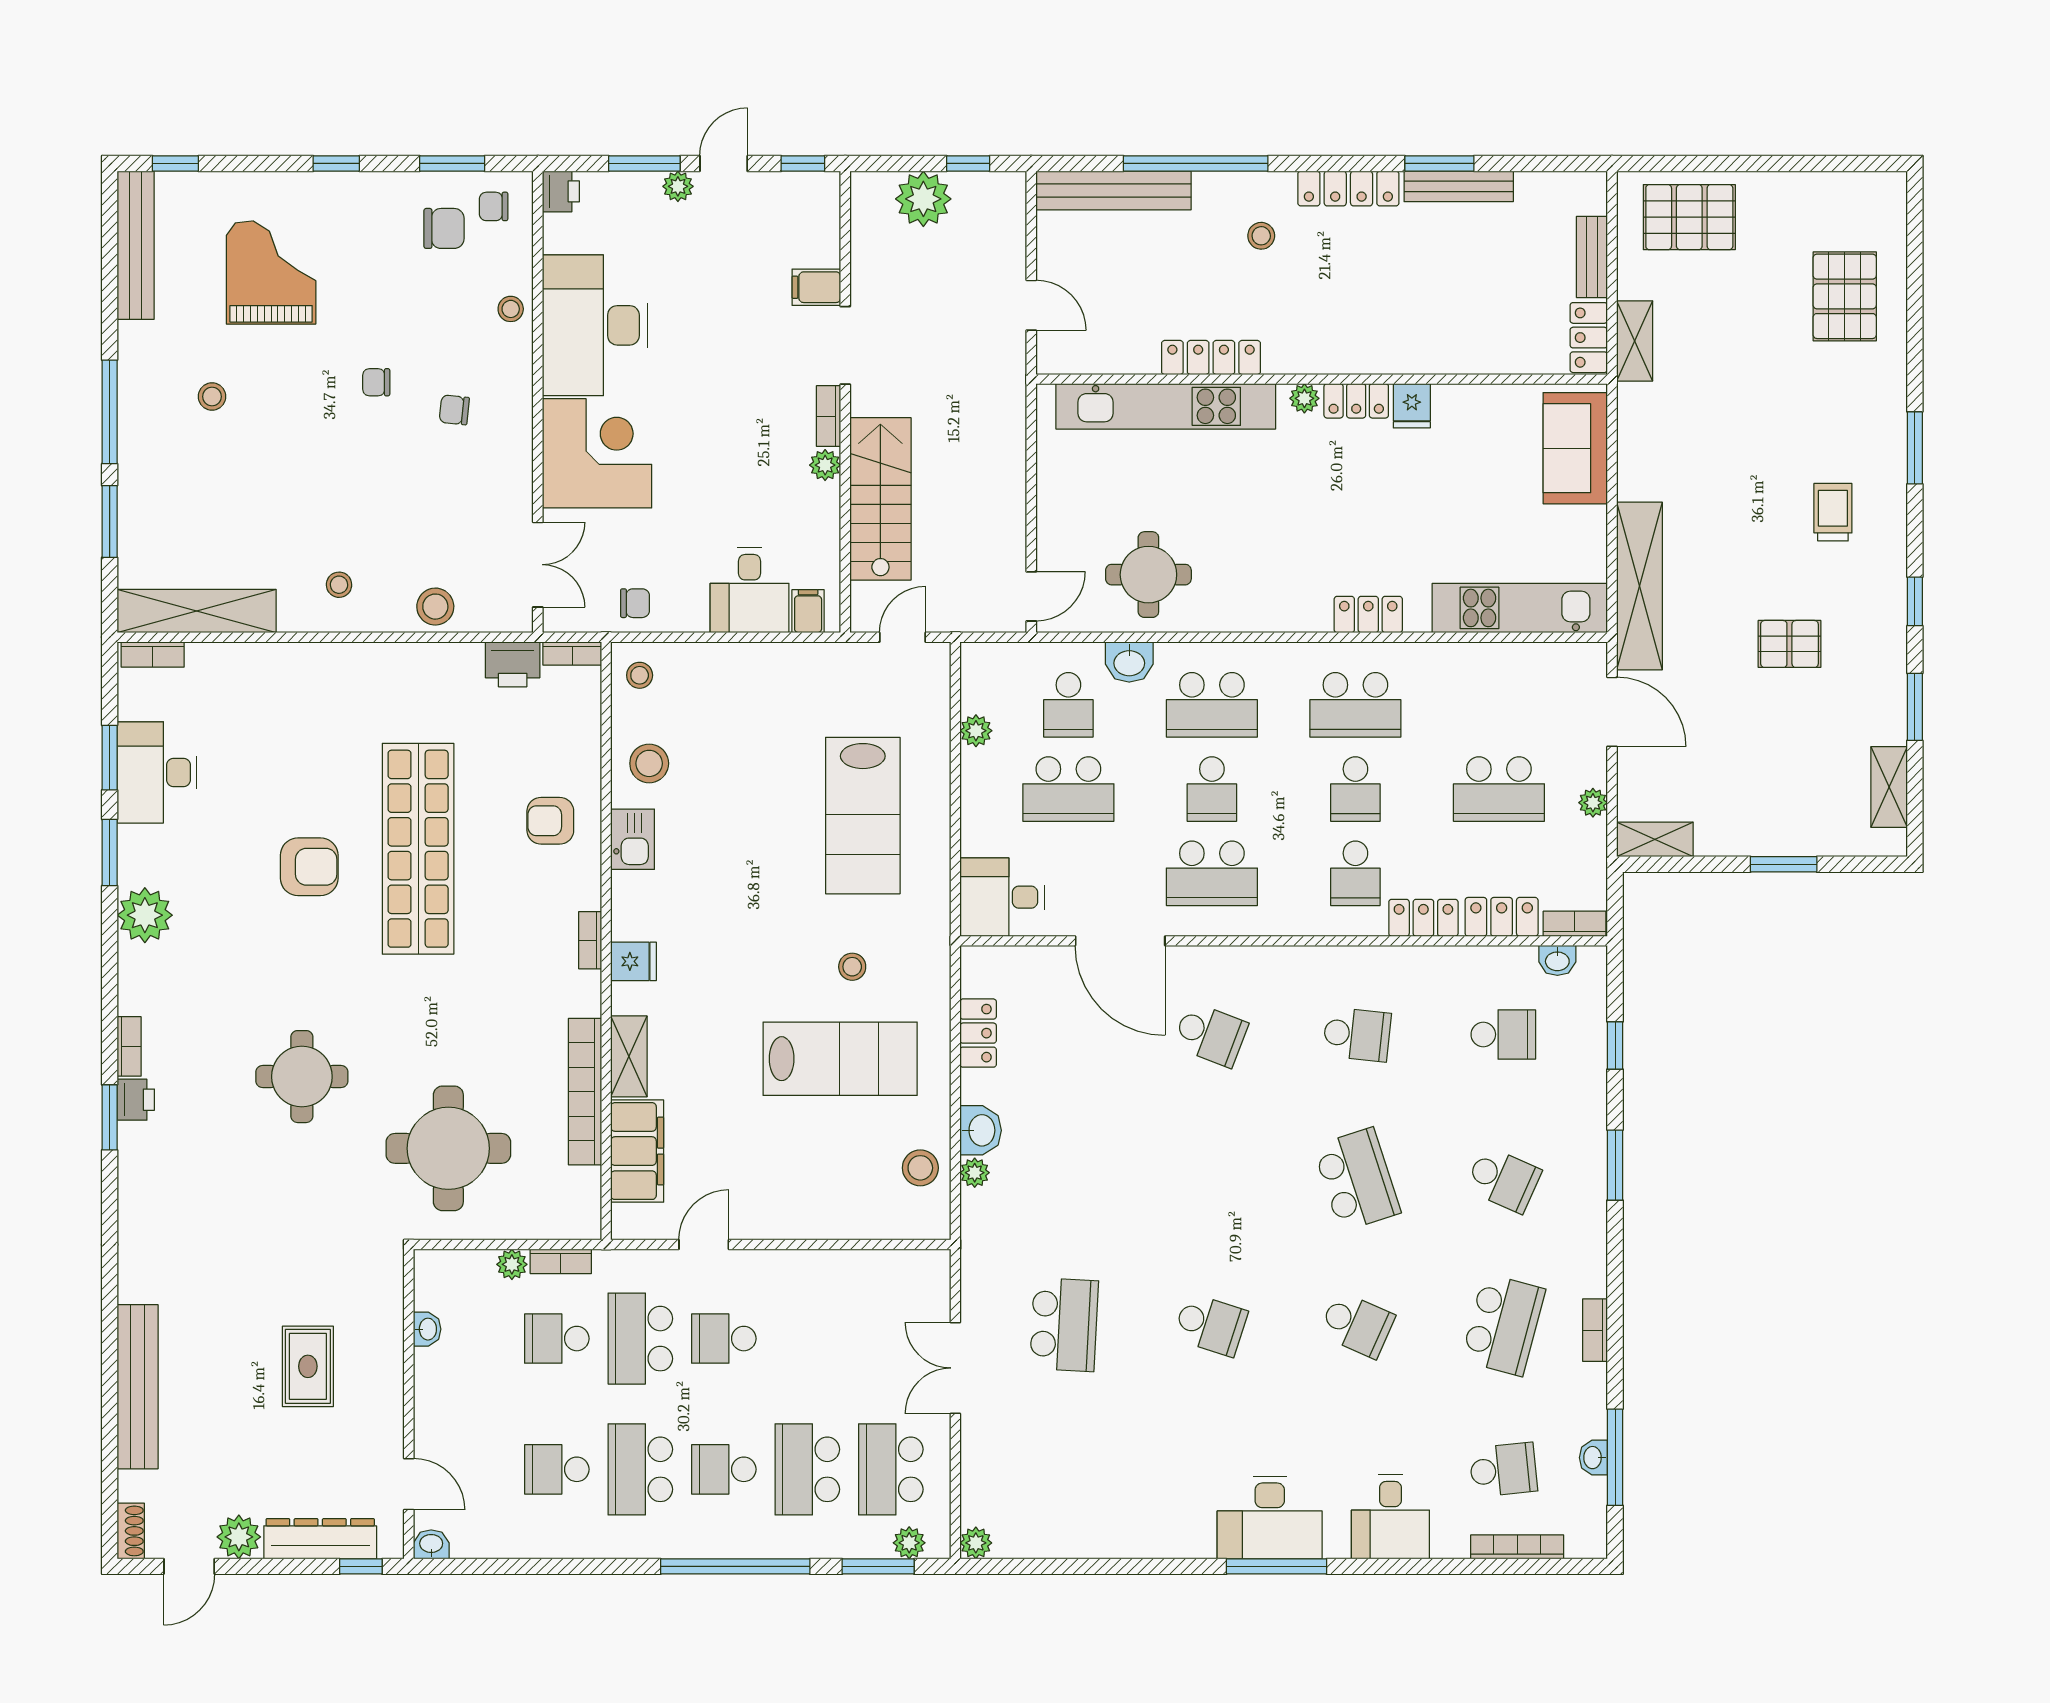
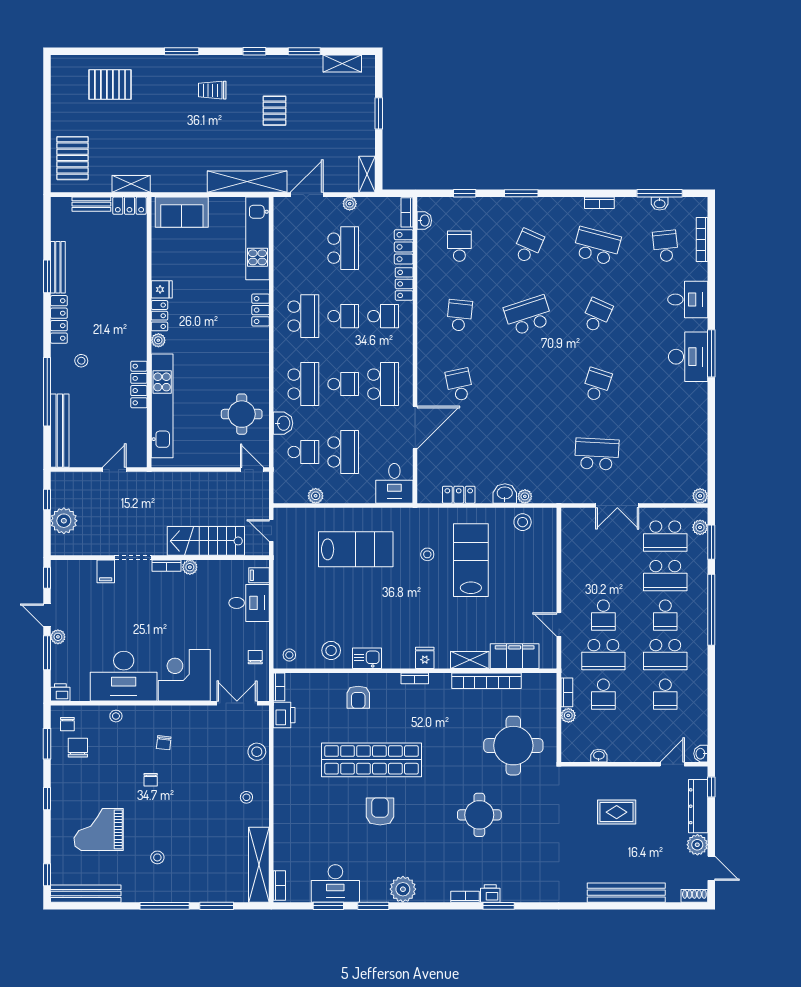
school desk: (1210, 1034) -> (459, 385), turned -33

